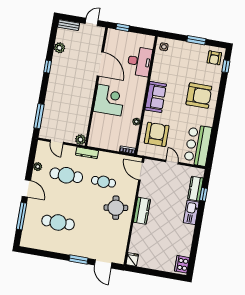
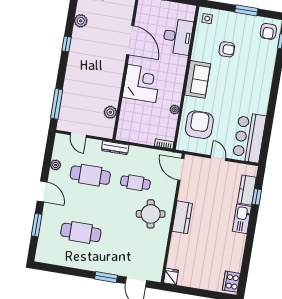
armchair: (199, 96) -> (227, 49), moved, width x0.53, depth x0.53
plant: (80, 140) -> (110, 112), moved
window: (22, 216) -> (37, 225), width x0.69

